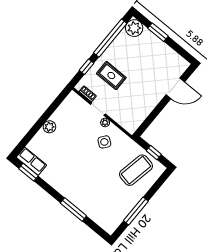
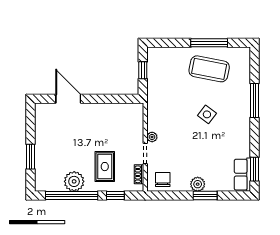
plant: (134, 28) -> (74, 181), moved
chair: (71, 106) -> (163, 180), added
window: (38, 126) -> (205, 196), added
side table: (104, 142) -> (207, 114), moved
coffee table: (136, 170) -> (209, 69), moved

